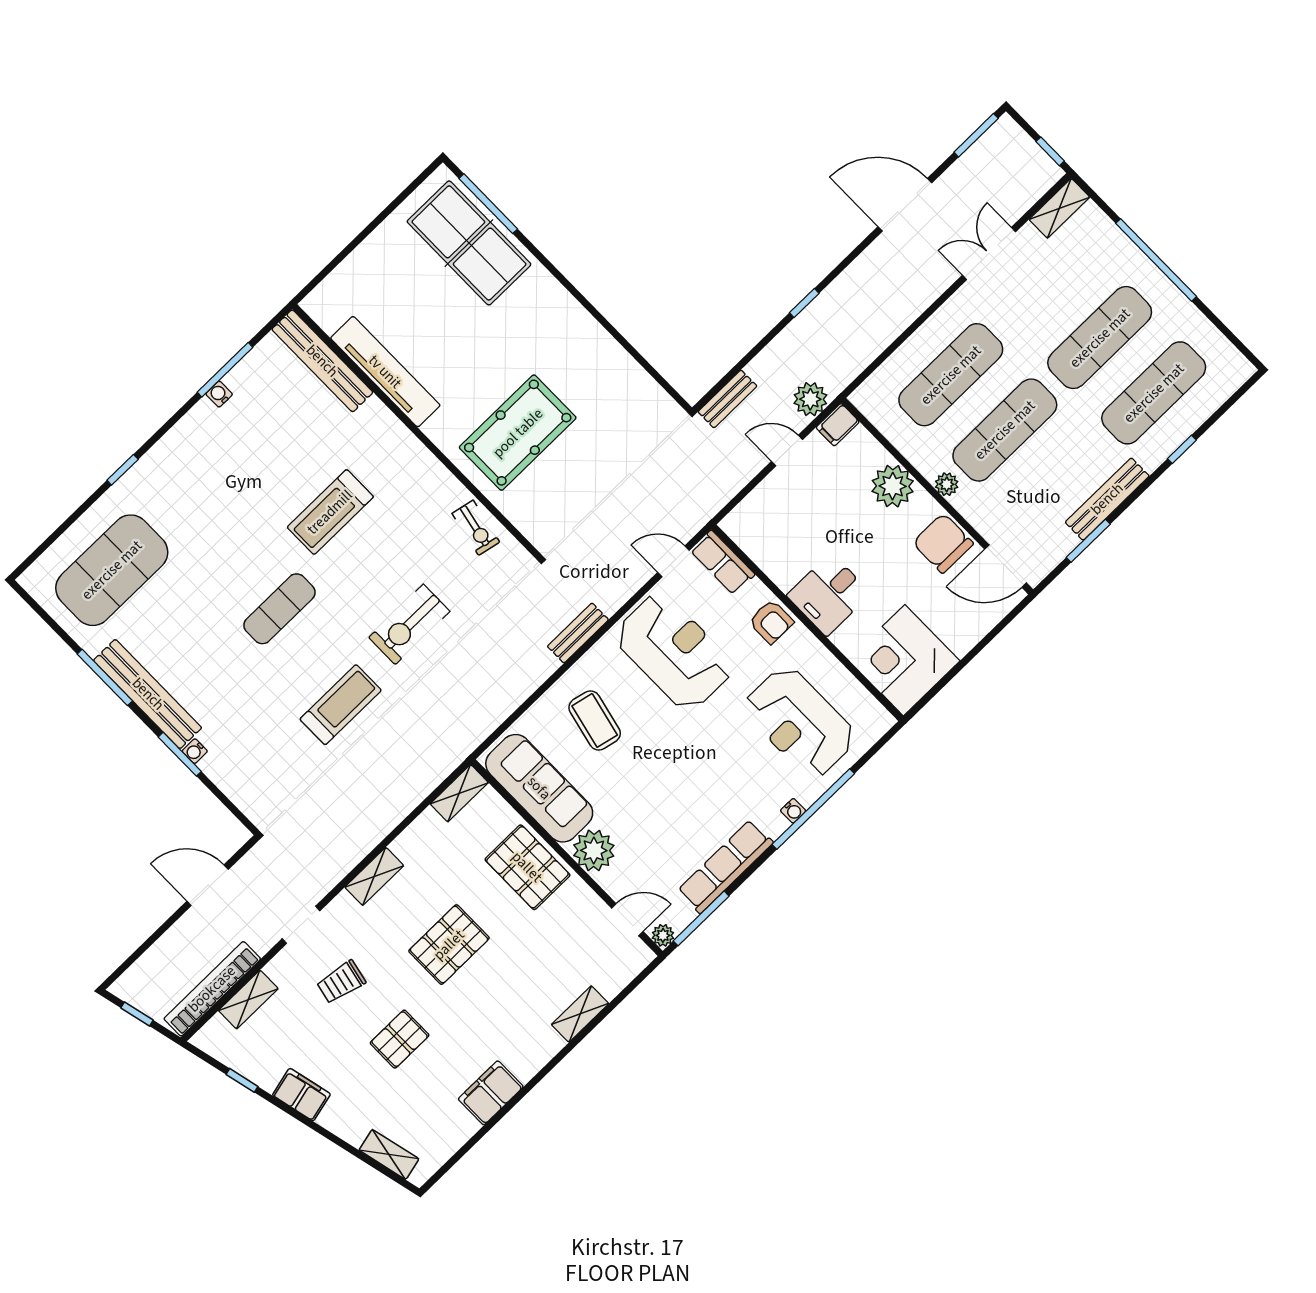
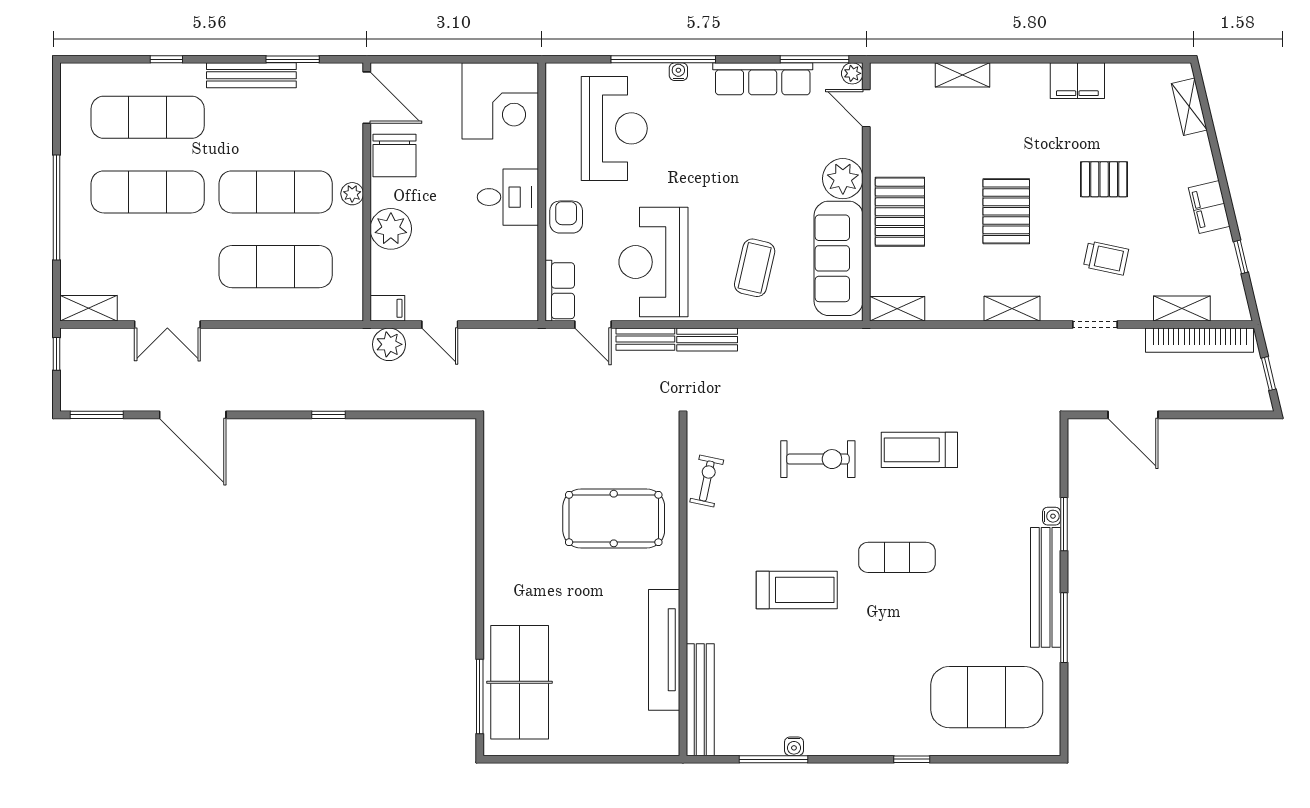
bench: (727, 399) -> (645, 339), moved
pallet: (449, 945) -> (1006, 211), turned 90

